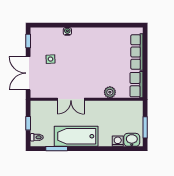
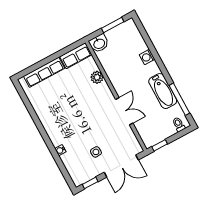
window: (28, 123) -> (160, 145), moved
bathtub: (76, 136) -> (163, 91), width x0.73, depth x0.73
washbasin: (132, 140) -> (99, 43), moved, turned -90
washing machine: (118, 141) -> (147, 57), moved
window: (57, 149) -> (179, 99), width x1.44

